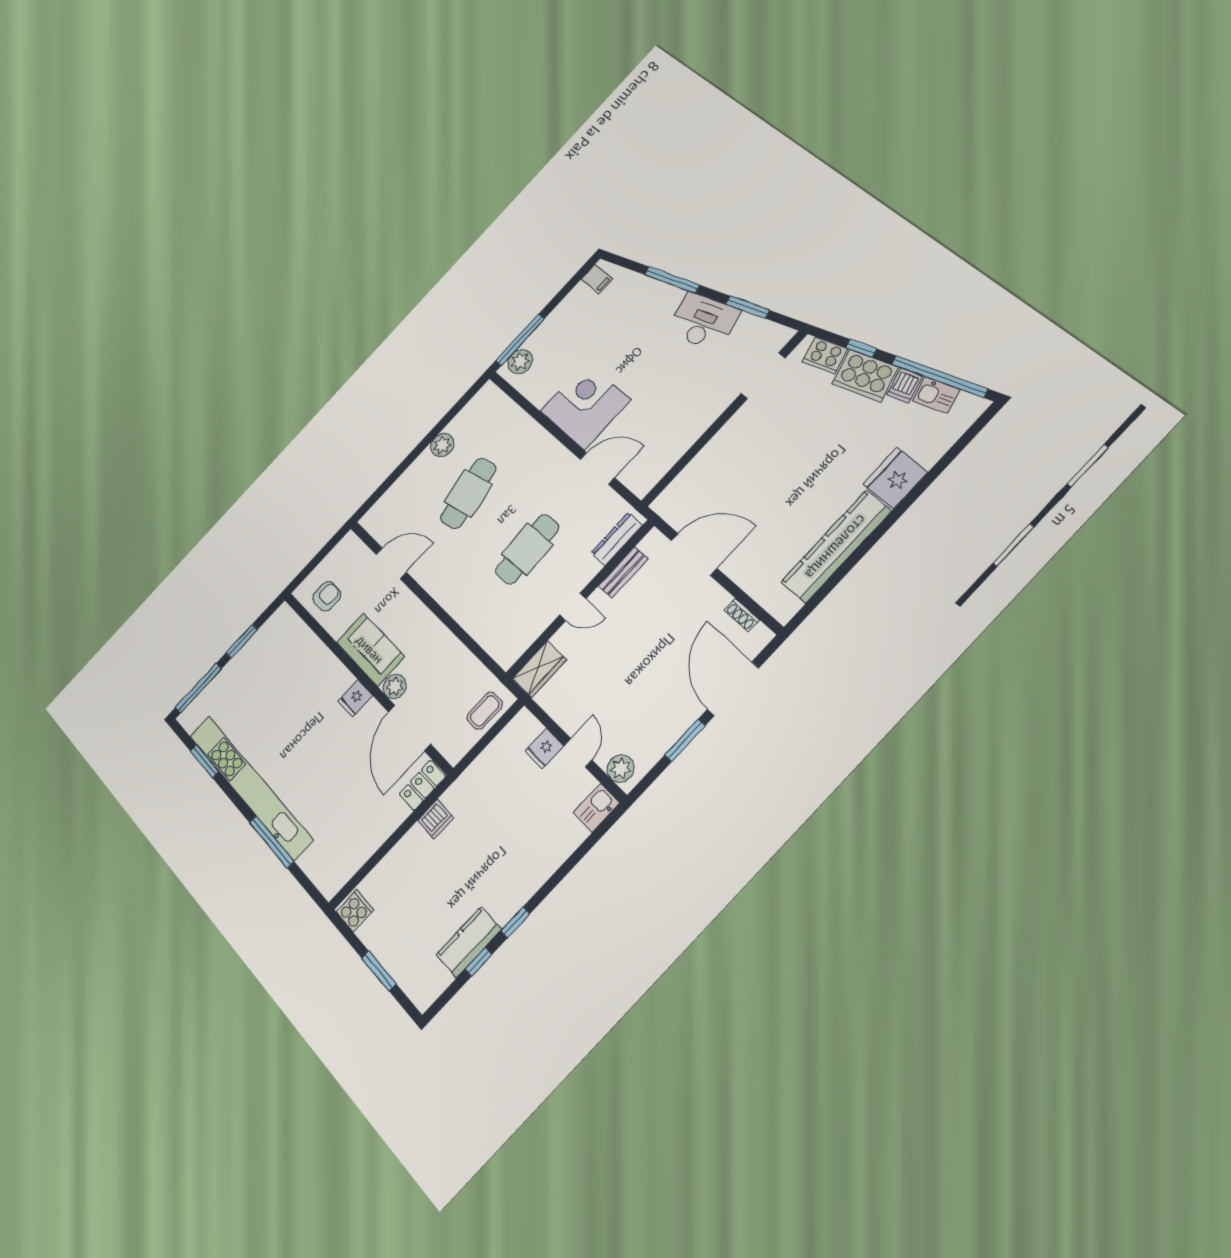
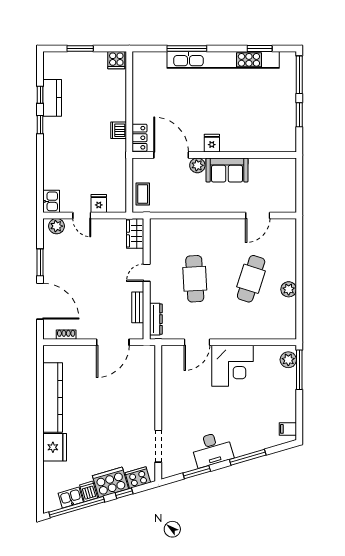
cafe table: (468, 493) -> (251, 279), turned 30
armchair: (327, 596) -> (276, 173), removed

